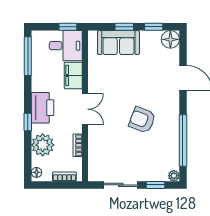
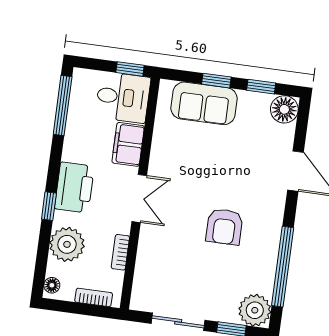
armchair: (142, 120) -> (224, 227), turned -111
plant: (174, 176) -> (255, 310), width x1.88, depth x1.88

